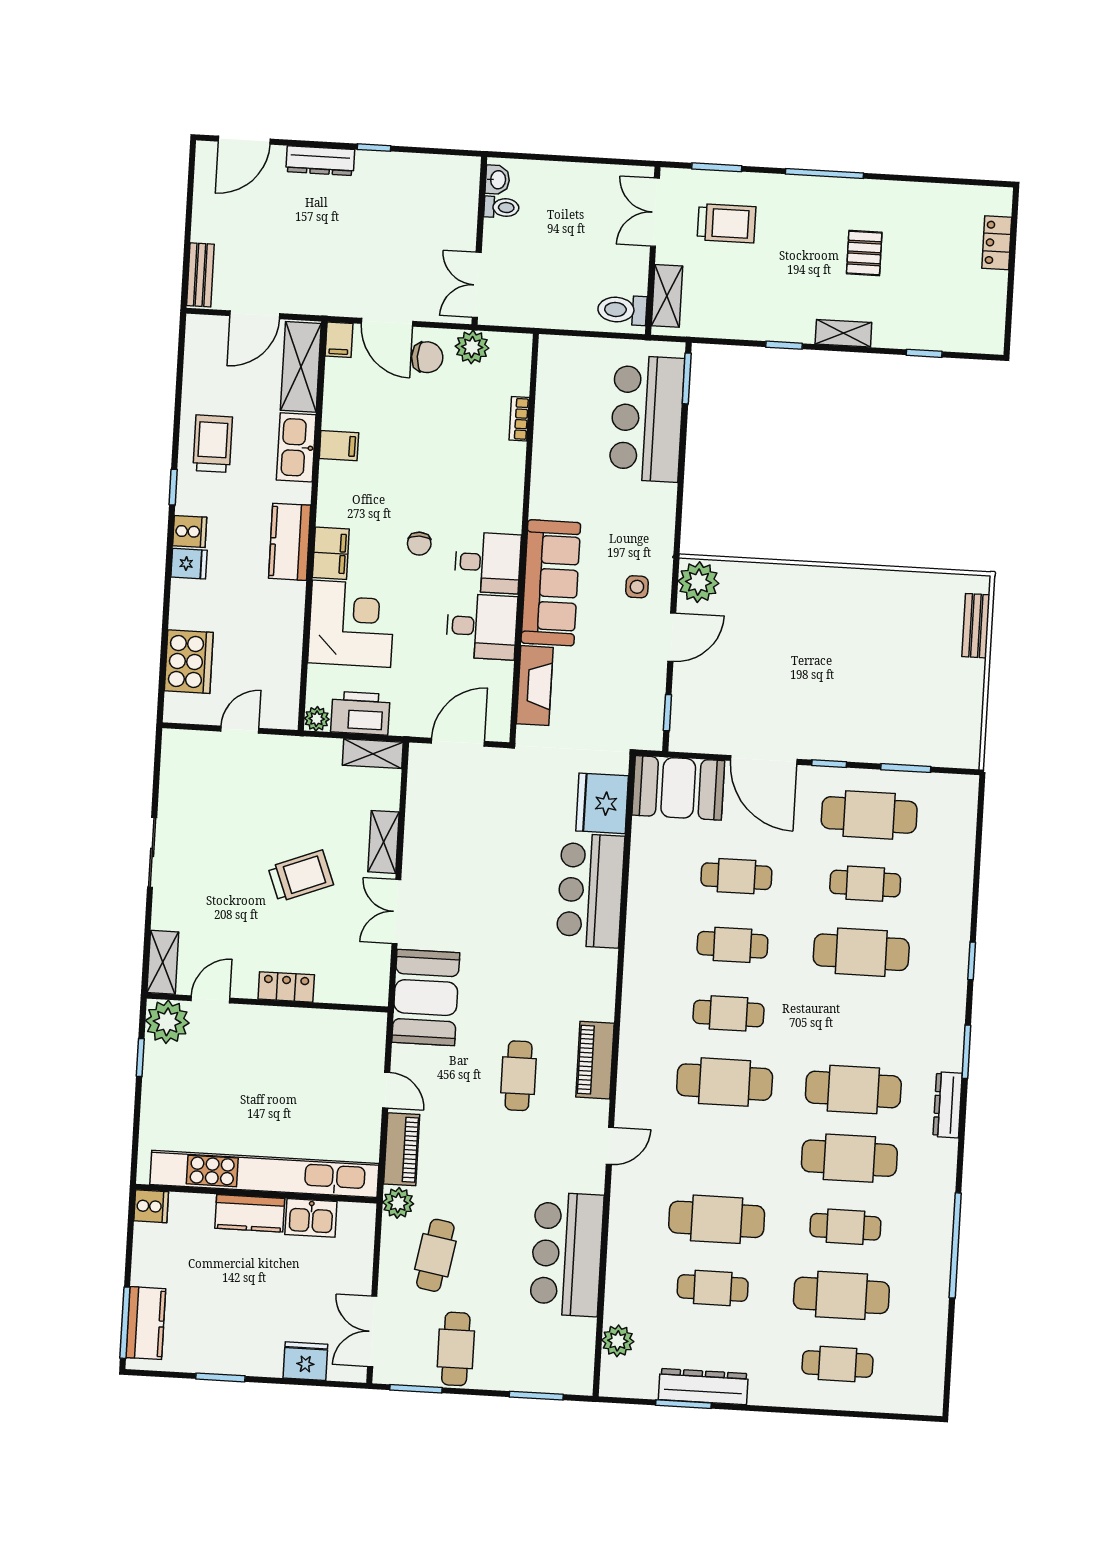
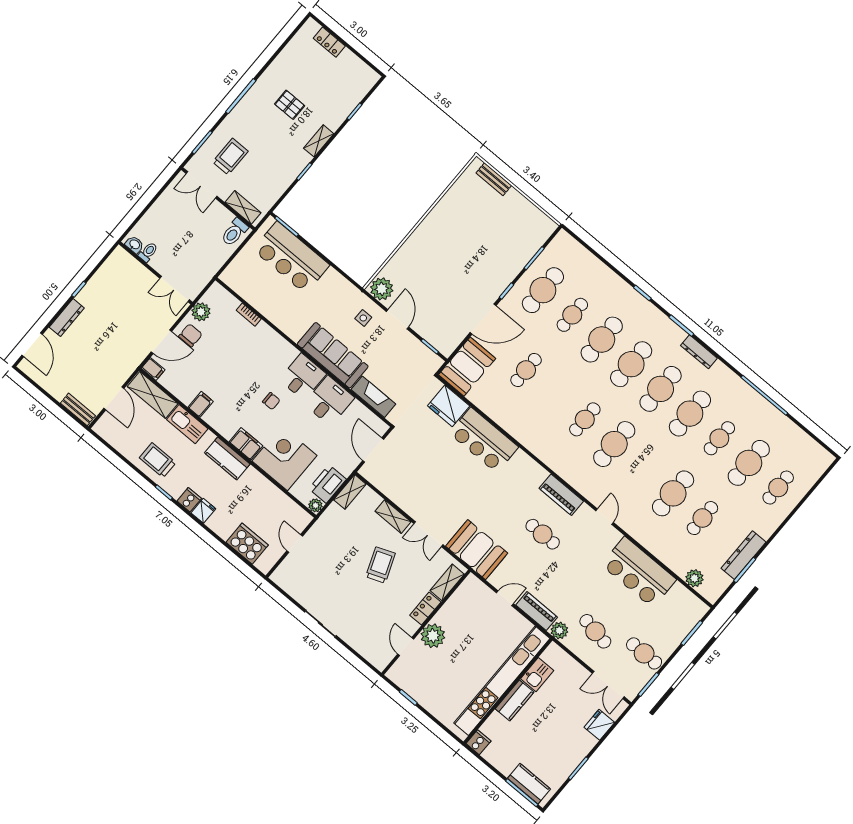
cafe table: (732, 945) -> (631, 364), moved, width x1.37, depth x1.35
shelving: (163, 962) -> (447, 582), moved, turned 90
plant: (167, 1022) -> (433, 636), moved

